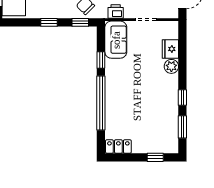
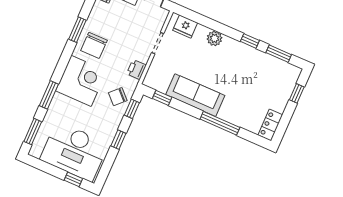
sofa: (116, 40) -> (195, 95), moved, width x1.36
fridge: (170, 49) -> (185, 27), moved
window: (101, 60) -> (162, 98), moved
window: (101, 103) -> (220, 123), width x0.68

